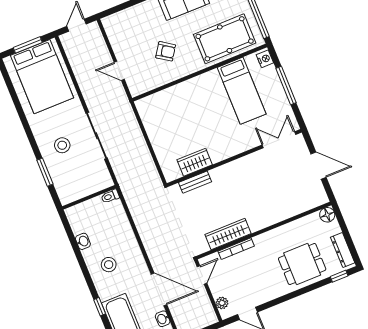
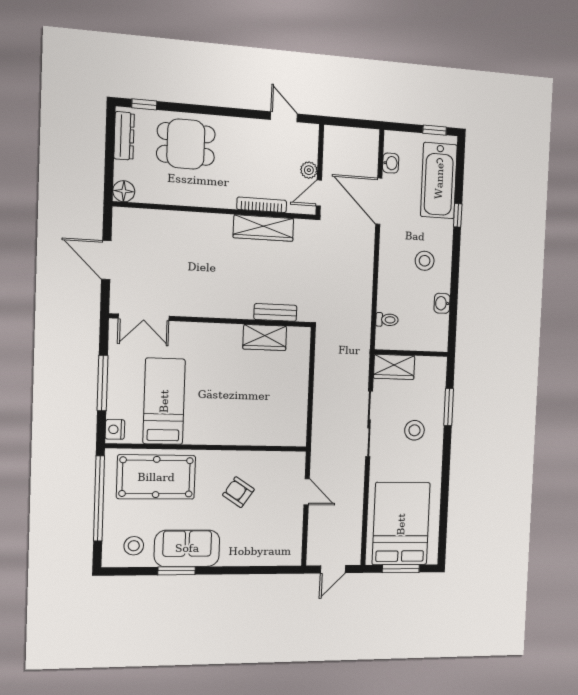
wardrobe: (97, 182) -> (394, 367), added
toilet: (110, 196) -> (387, 320), moved
plant: (222, 303) -> (309, 170), moved

